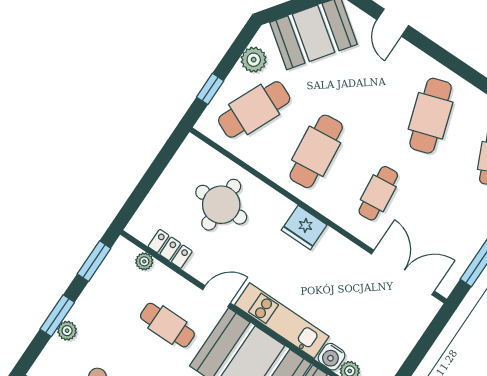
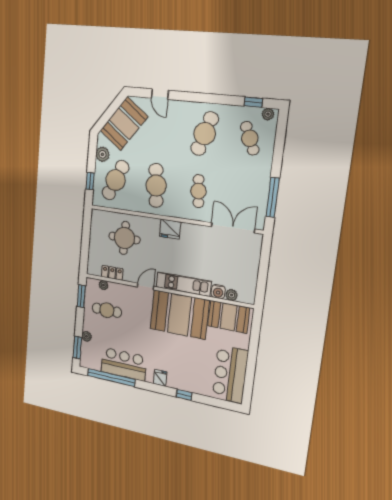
cafe table: (431, 116) -> (205, 134), turned 36
window: (57, 316) -> (77, 347), moved
cafe table: (167, 325) -> (107, 310), moved

